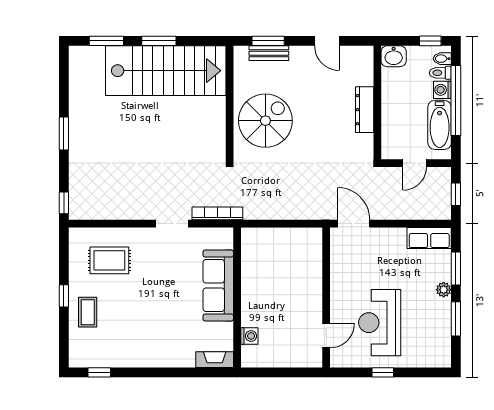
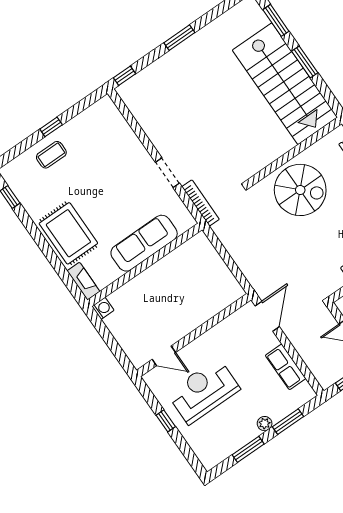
row of seats: (429, 238) -> (286, 367), moved
rug: (109, 260) -> (68, 233), moved, width x1.36, depth x1.43
washing machine: (249, 336) -> (103, 308), moved, turned -90

